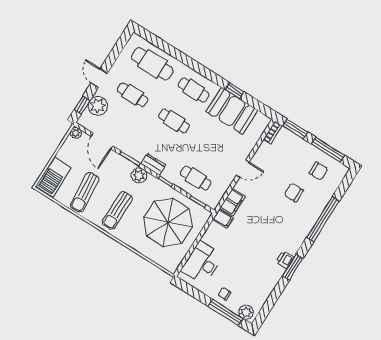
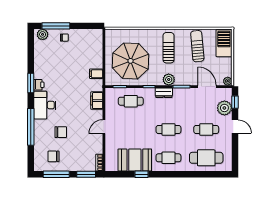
filing cabinet: (223, 219) -> (96, 74), moved
desk: (202, 263) -> (45, 105), moved, turned 180

